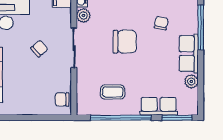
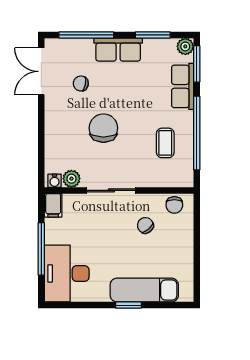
chair: (39, 49) -> (145, 225), moved
plant: (191, 81) -> (185, 46), moved
window: (201, 82) -> (153, 35), added

